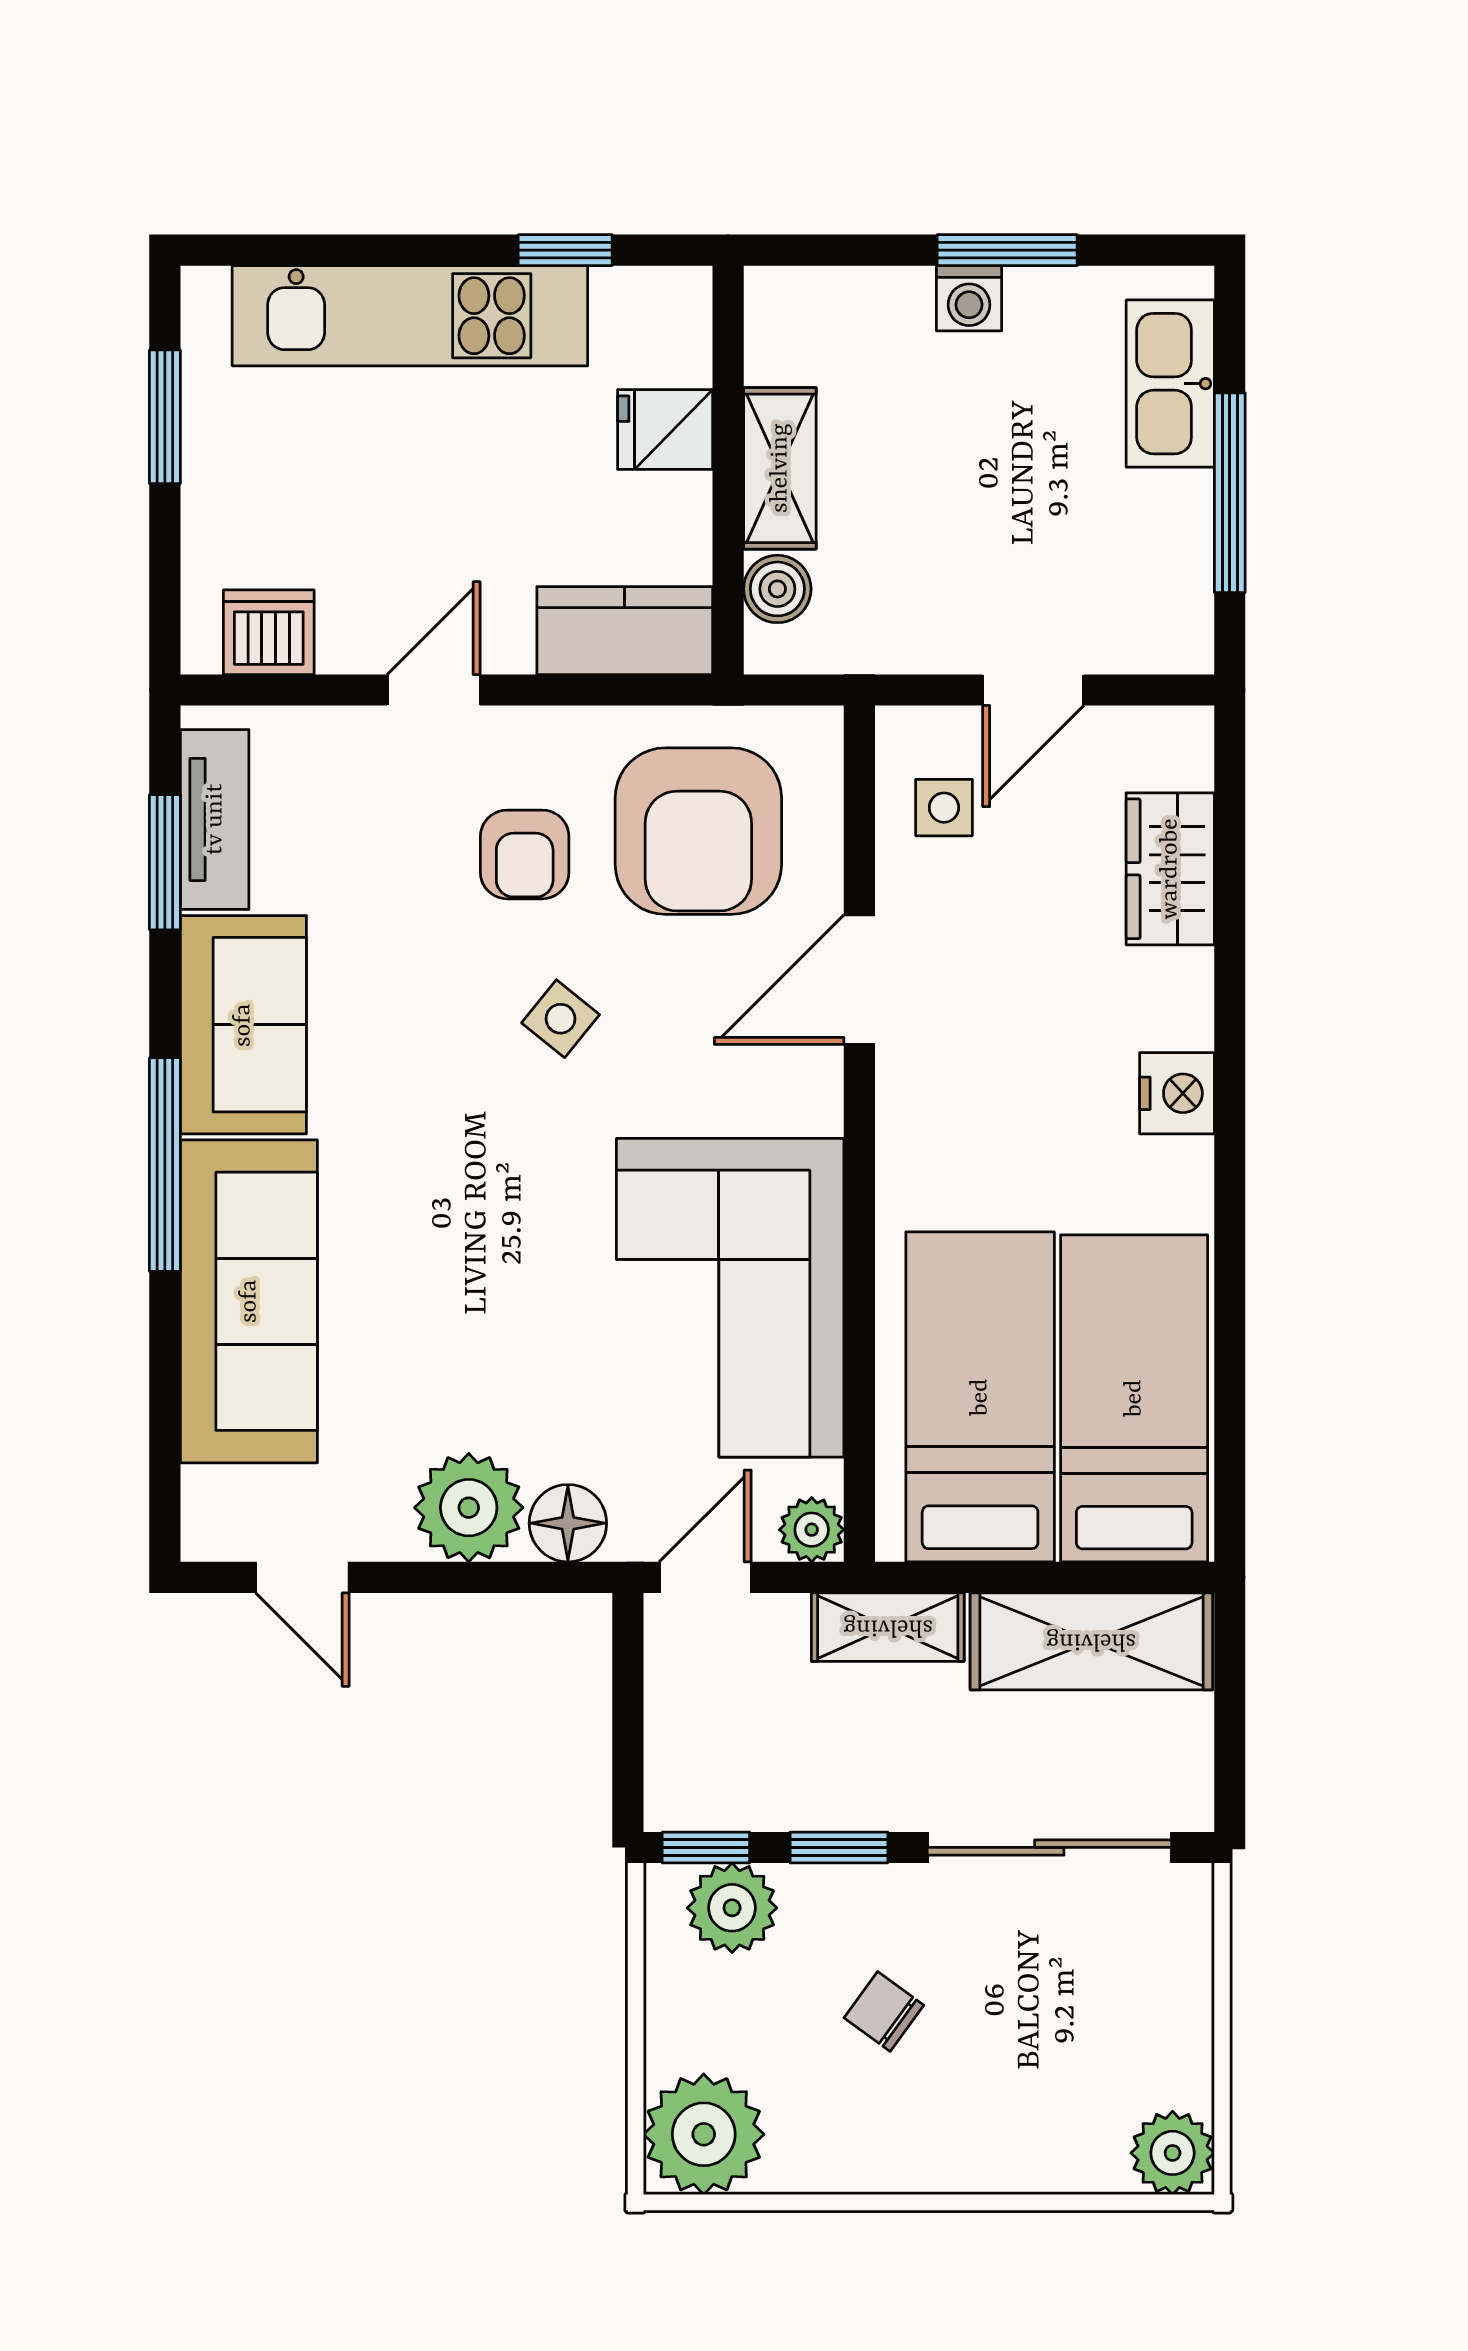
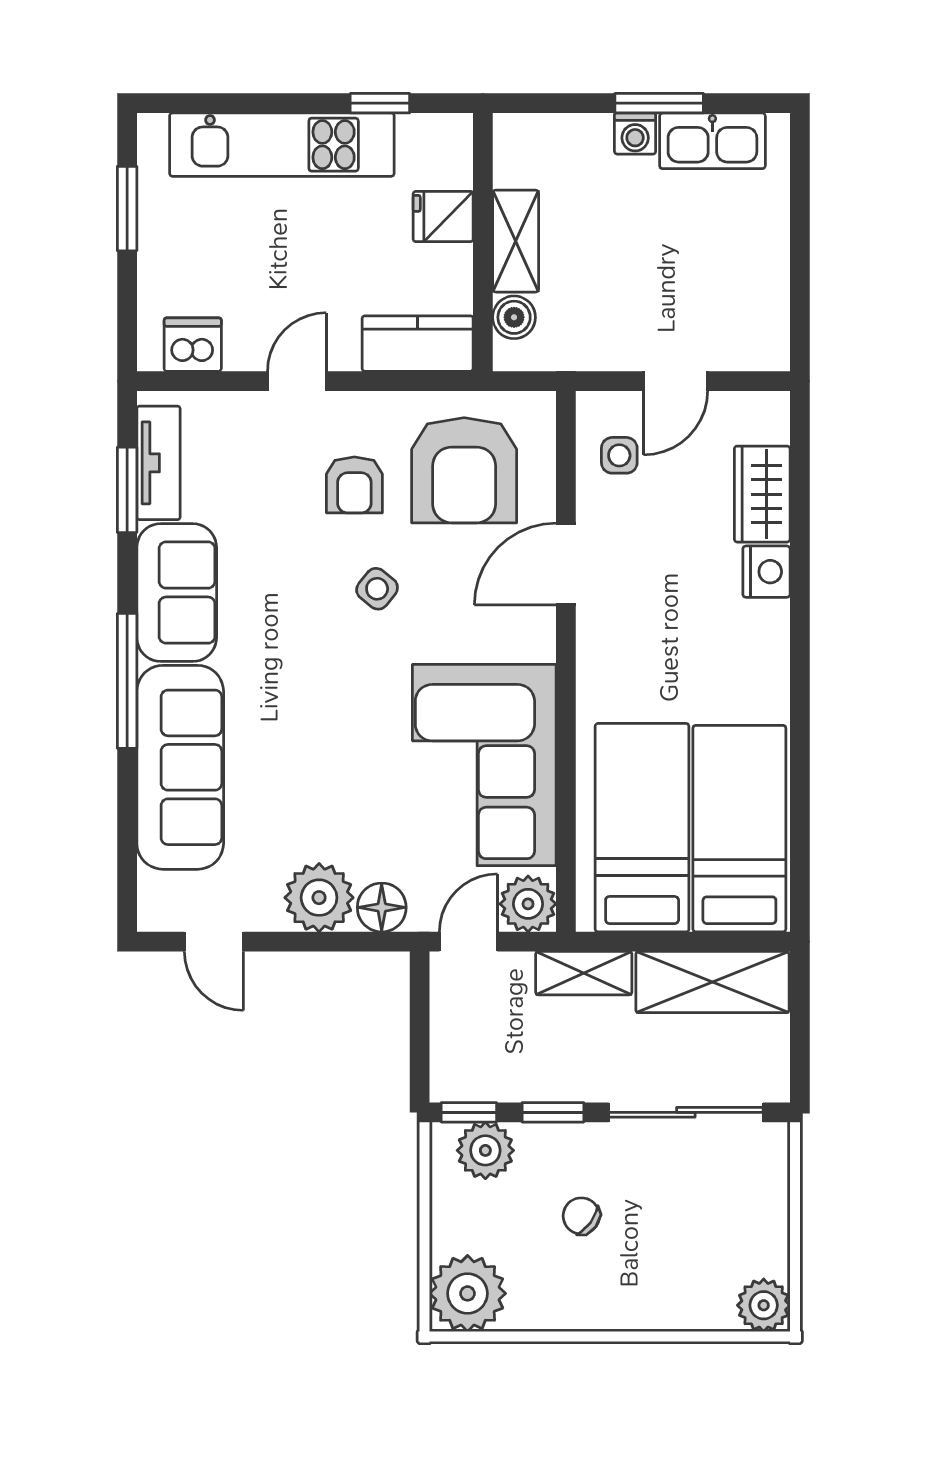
kitchen sink: (1170, 384) -> (712, 141), moved, turned -90
window: (1230, 493) -> (800, 257), removed
nightstand: (1177, 1093) -> (766, 572), moved
plant: (812, 1530) -> (528, 904), width x1.38, depth x1.38

